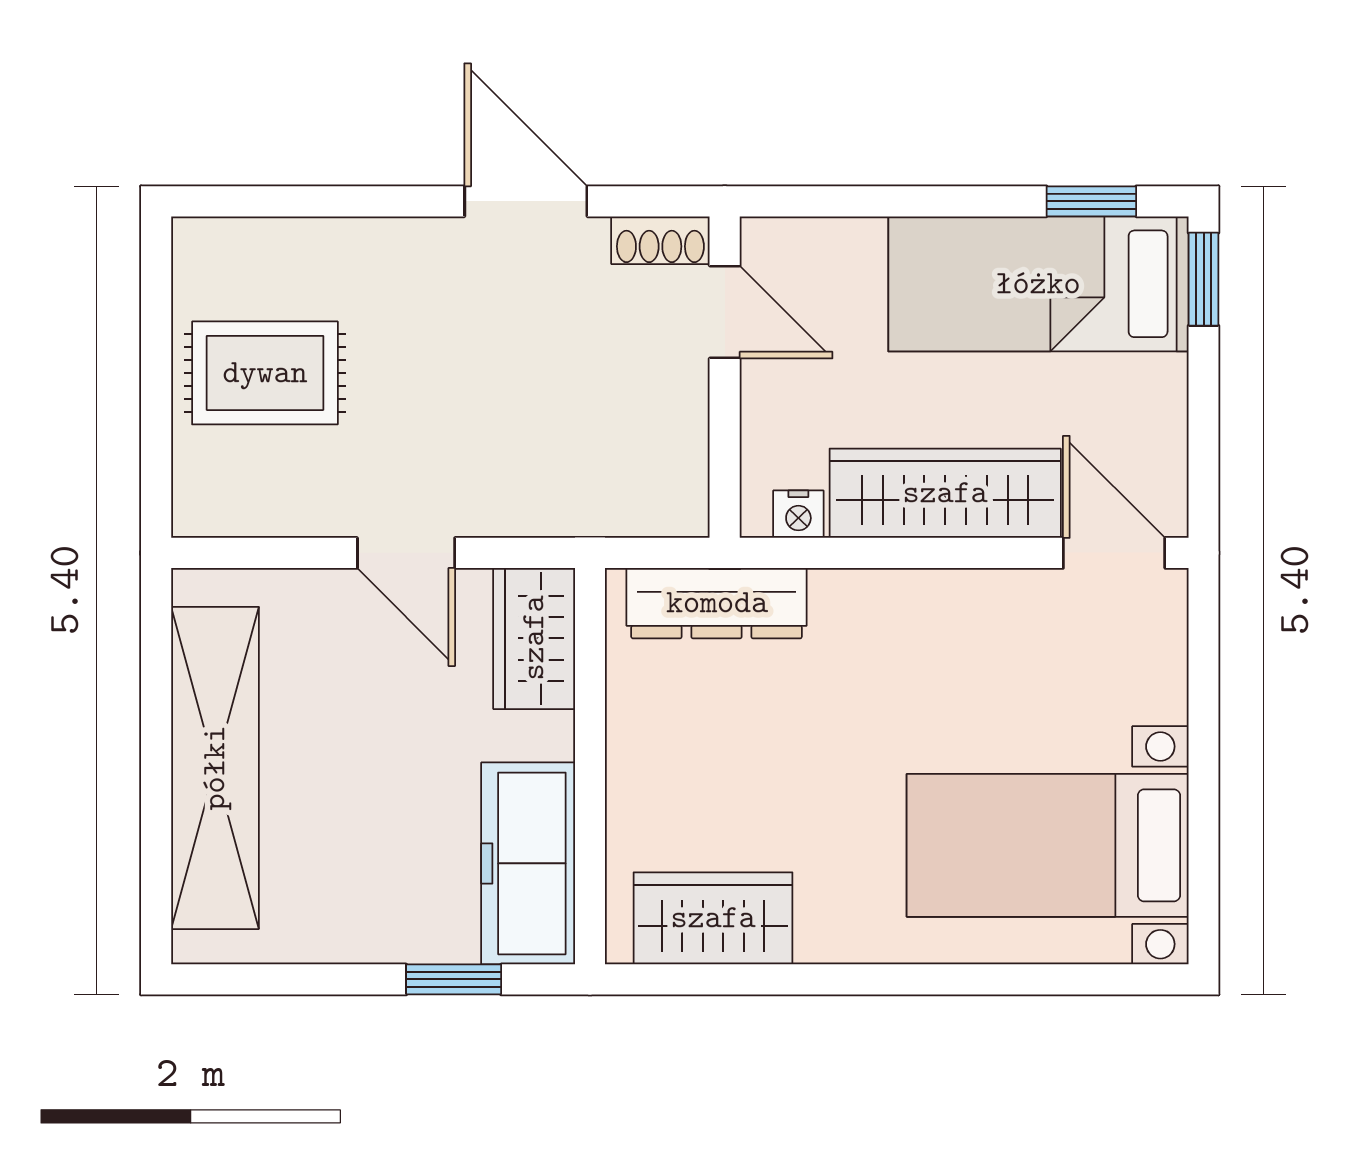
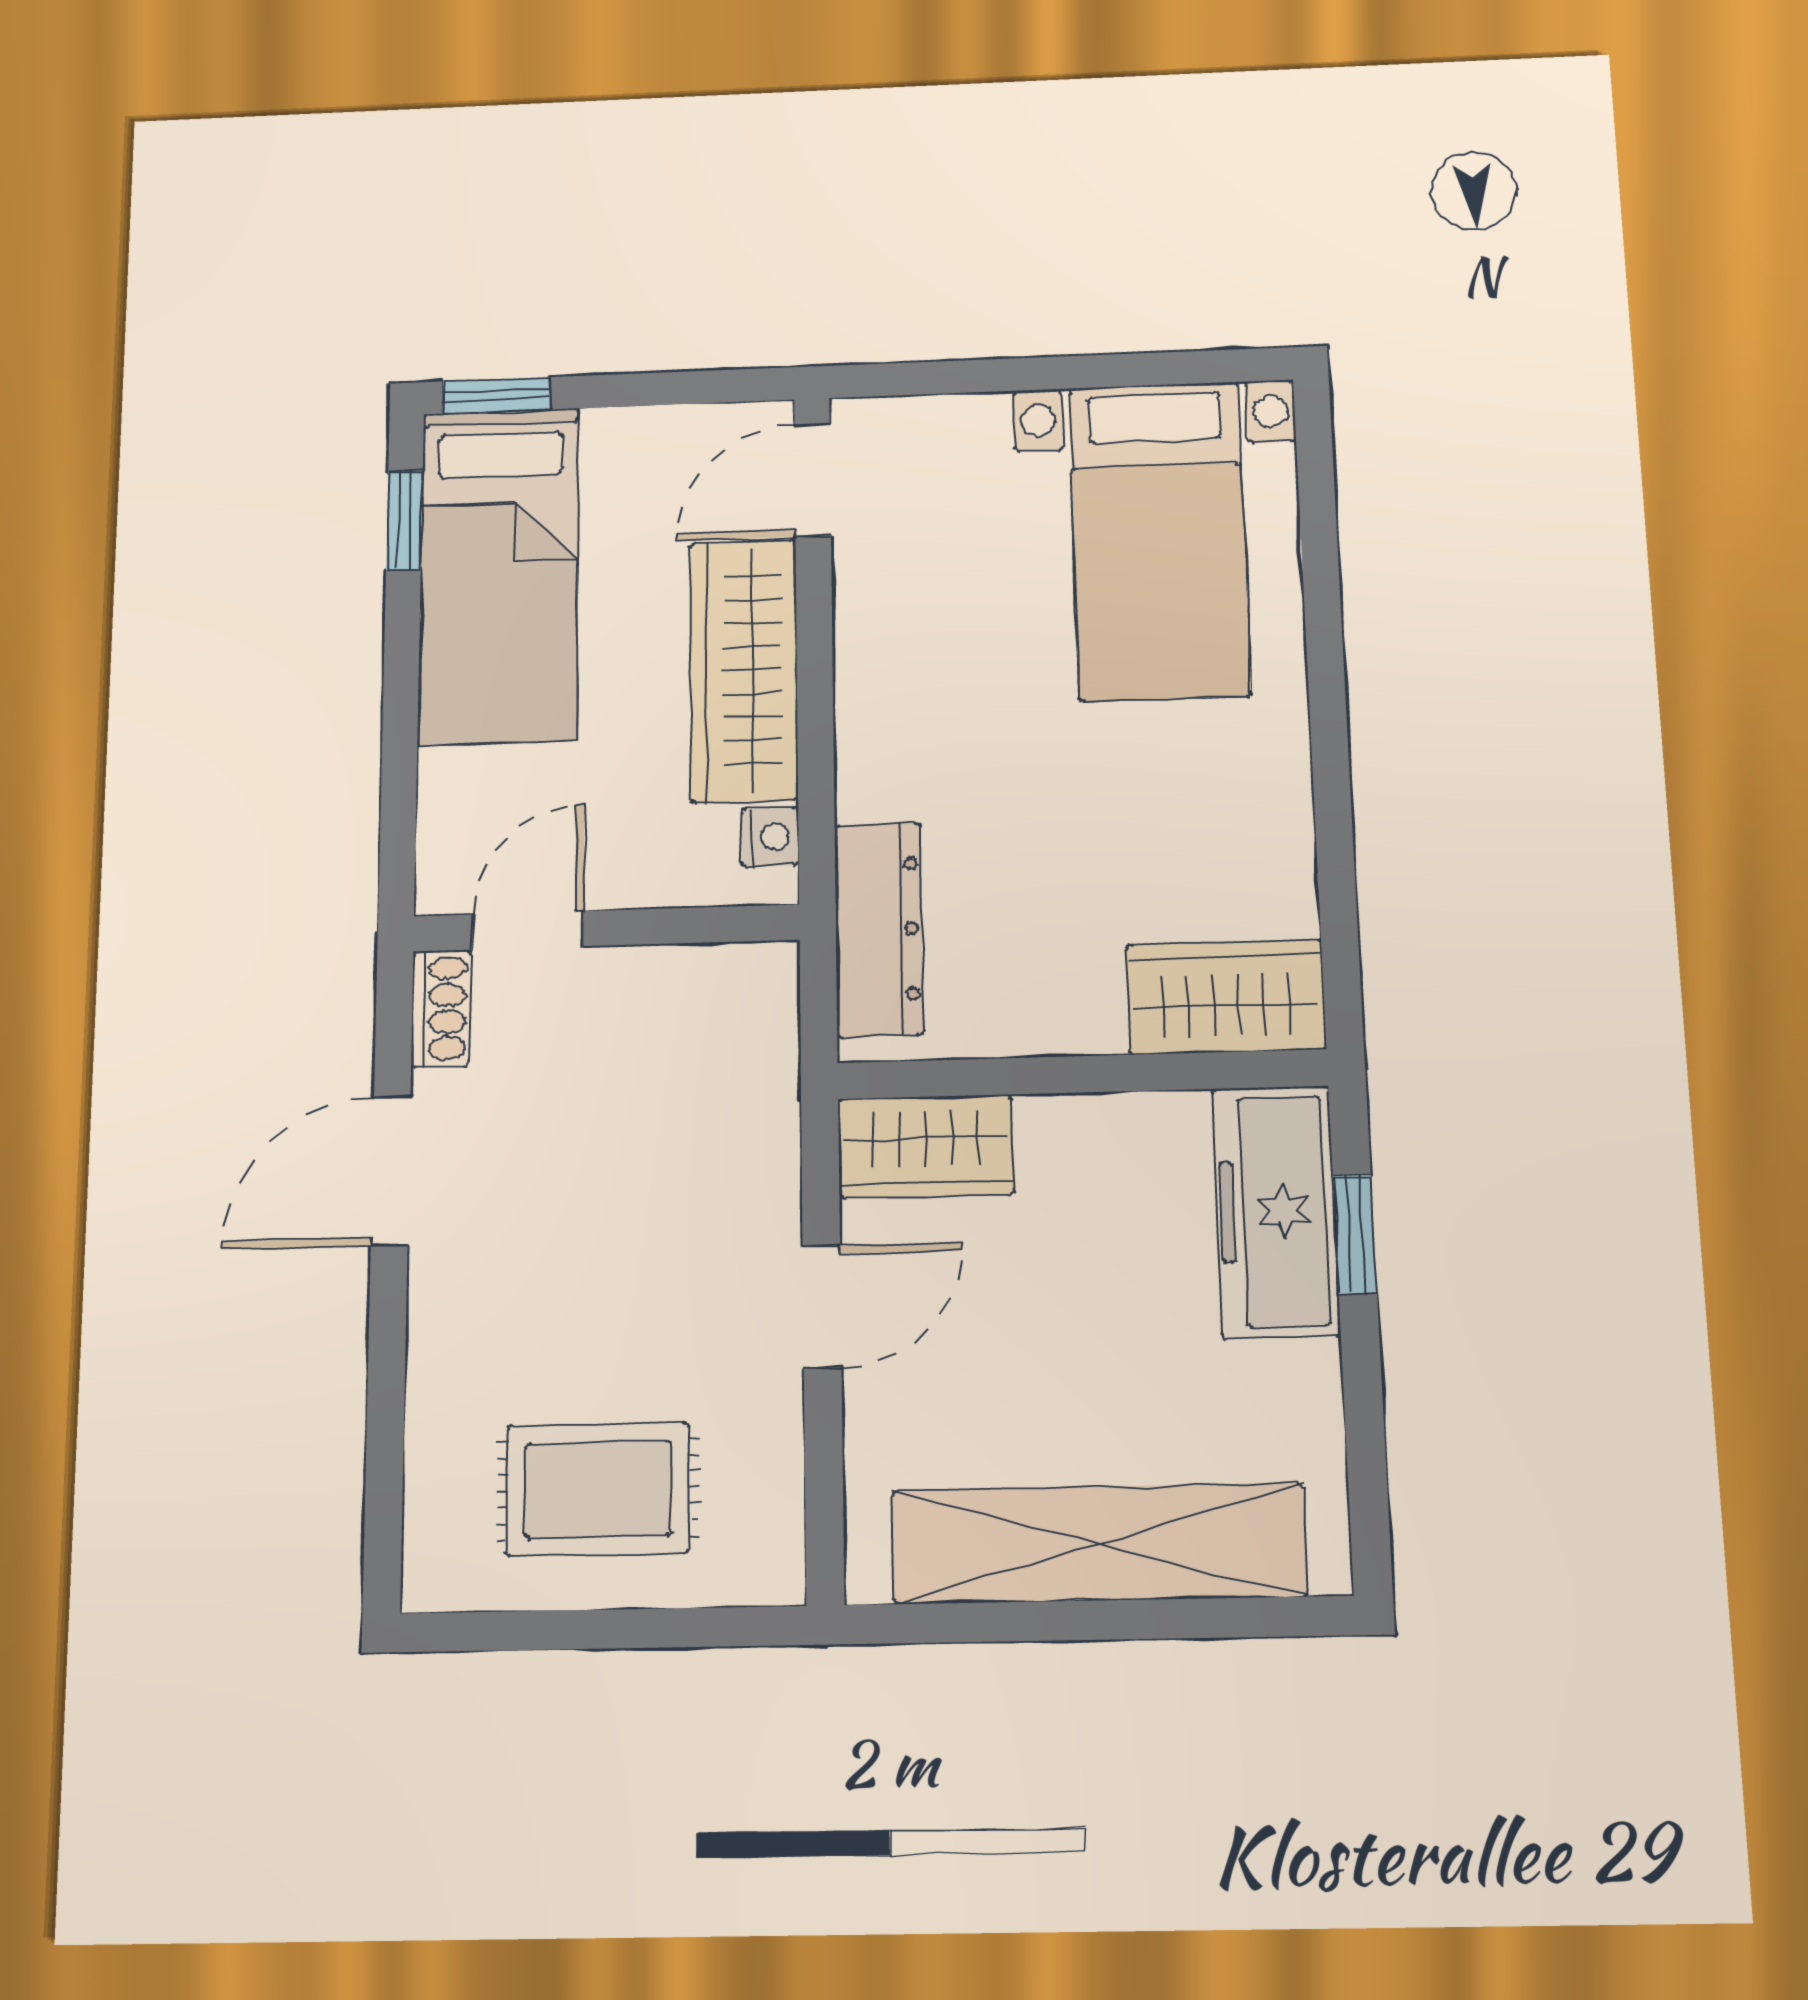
rug: (265, 373) -> (598, 1489), turned 90
freezer: (528, 863) -> (1276, 1211), moved, turned 90
wardrobe: (713, 918) -> (1226, 997), moved, turned 90

